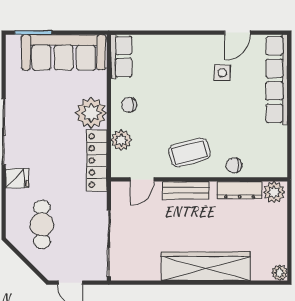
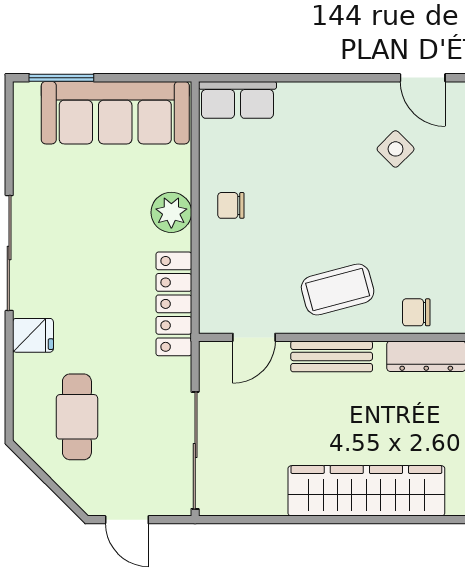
door: (237, 33) -> (423, 78), hinge flipped
row of seats: (121, 57) -> (237, 100), moved, turned 90
side table: (222, 73) -> (396, 149), turned 45
plant: (91, 113) -> (171, 212), width x0.73, depth x0.73
plant: (121, 140) -> (217, 268), removed

